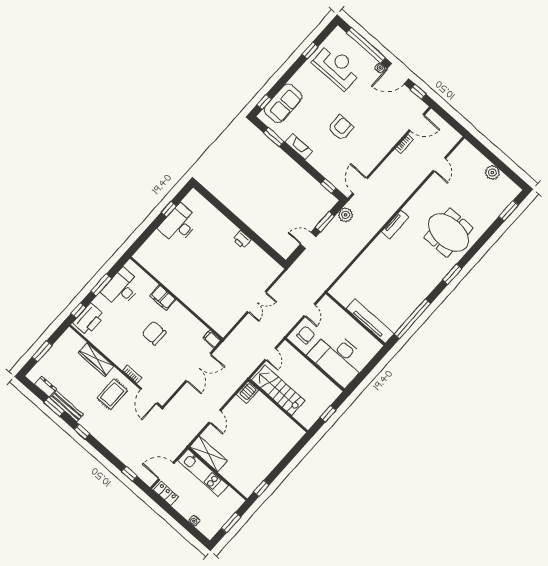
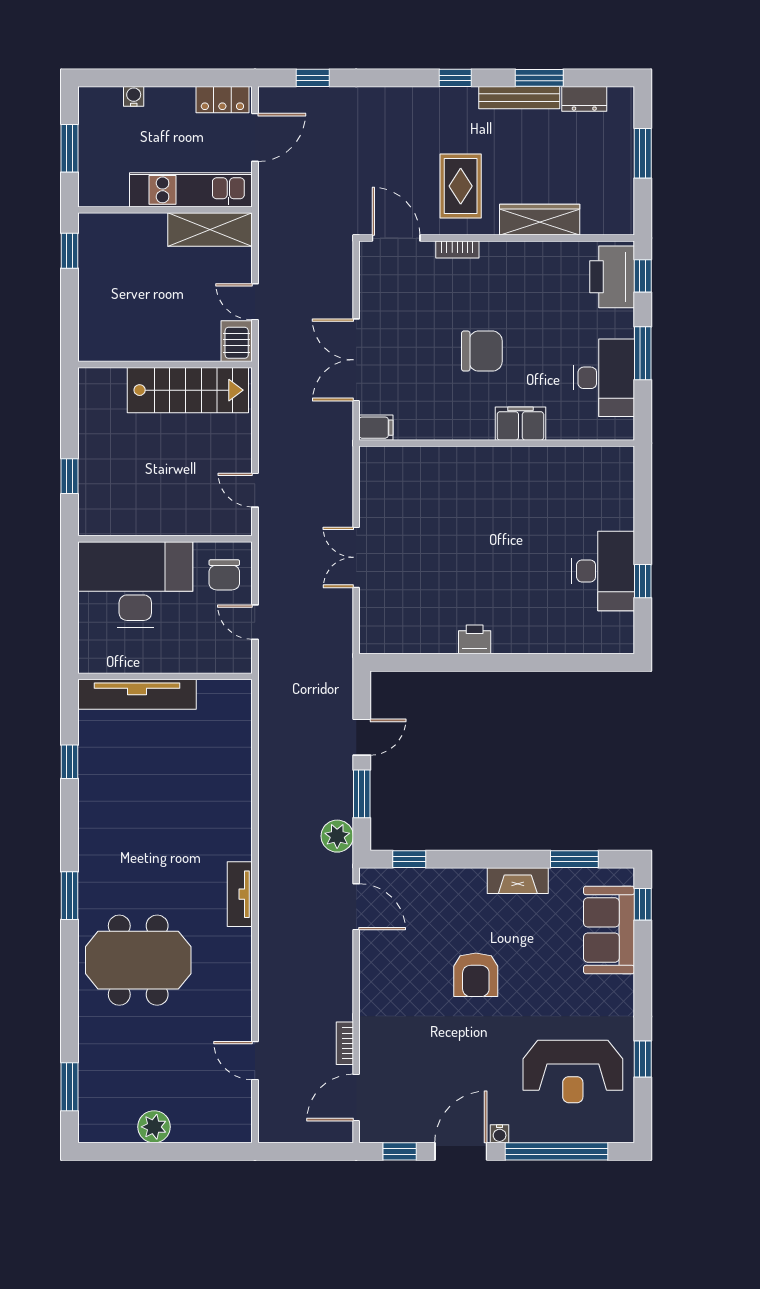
window: (412, 319) -> (69, 762), width x0.32
stairs: (278, 390) -> (188, 390), moved
server rack: (247, 392) -> (237, 341), moved
wall: (278, 406) -> (165, 364), moved

